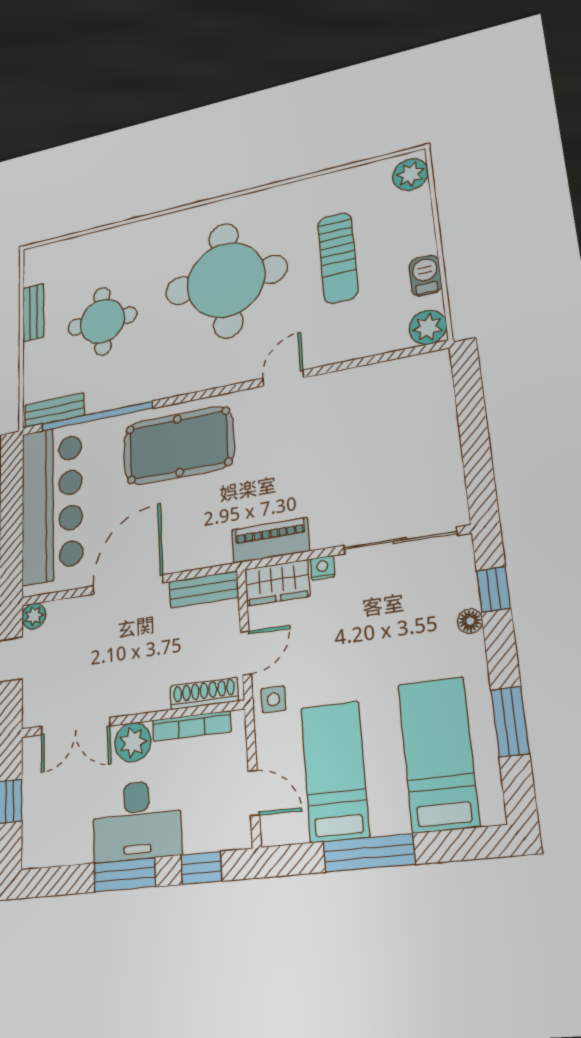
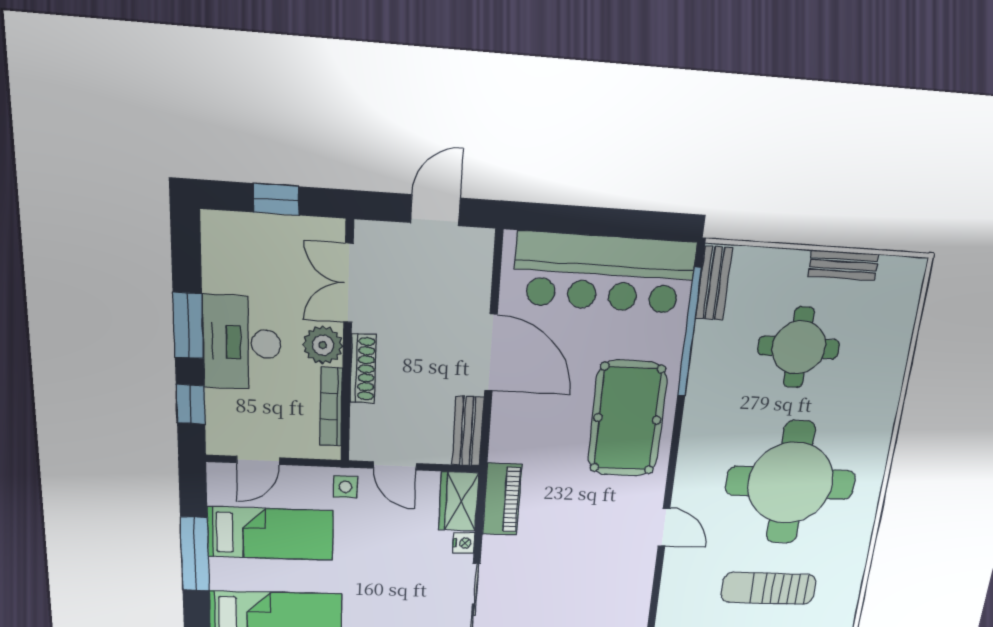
plant: (34, 616) -> (480, 242), removed
shoe rack: (204, 694) -> (363, 369), moved

